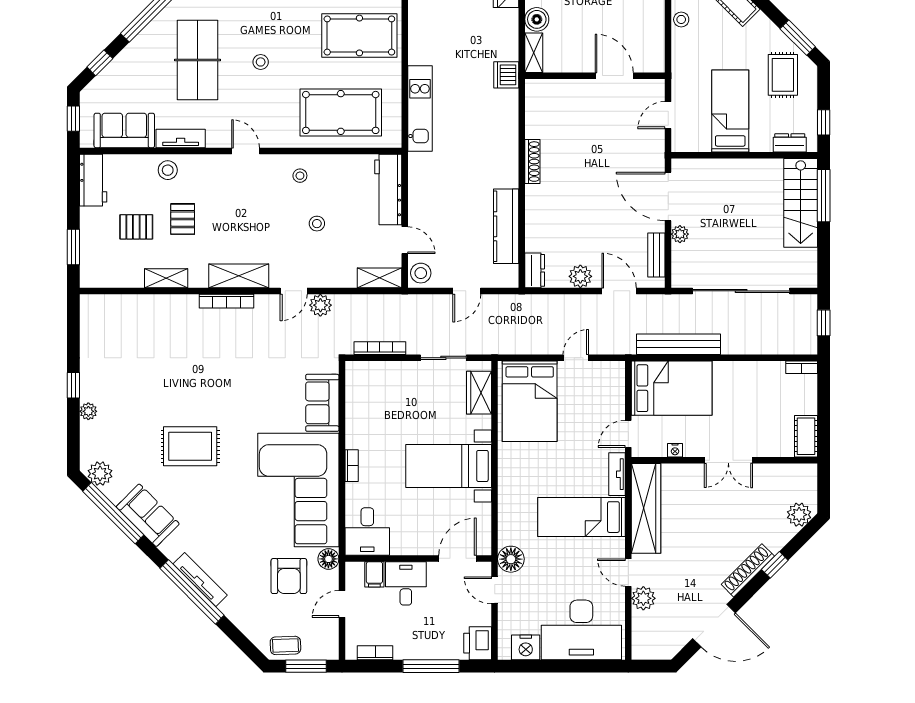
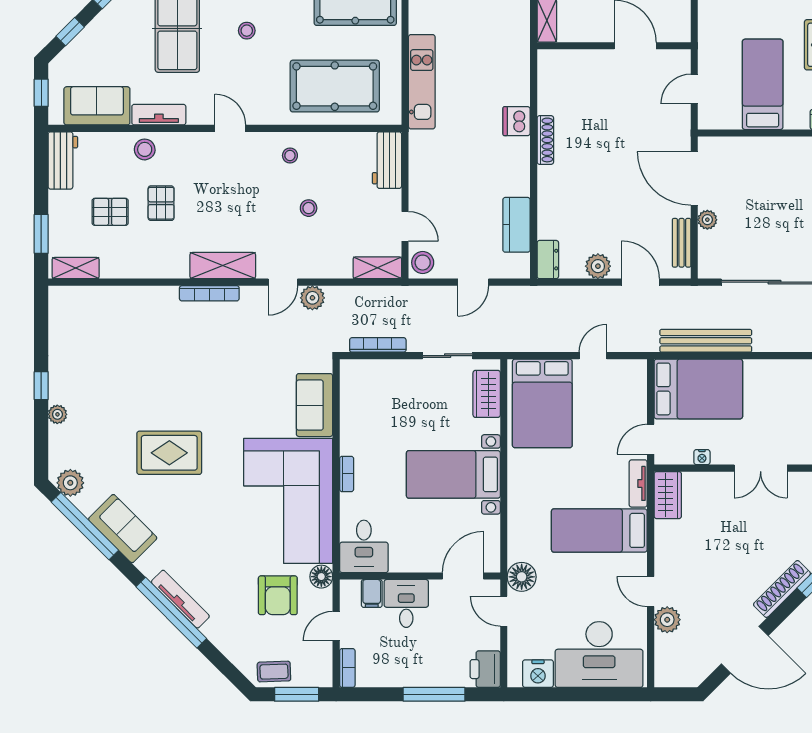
dishwasher: (506, 75) -> (517, 121), moved
workbench: (388, 190) -> (387, 160), width x0.73
kitchen counter: (506, 226) -> (516, 225), width x0.67
shelving: (166, 278) -> (76, 268), moved
wardrobe: (646, 508) -> (668, 495), width x0.48, depth x0.85
bookcase: (375, 653) -> (347, 668), moved, turned 90

